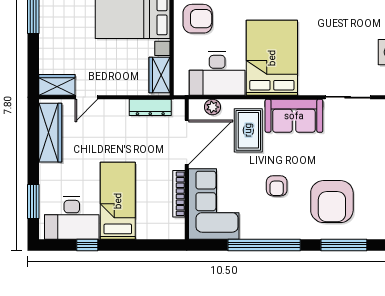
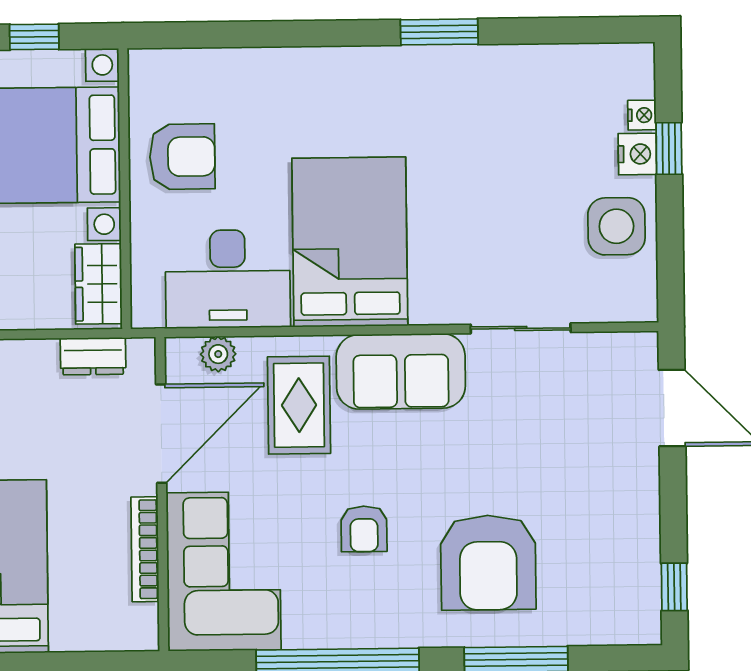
dresser: (150, 107) -> (93, 356), width x0.70

